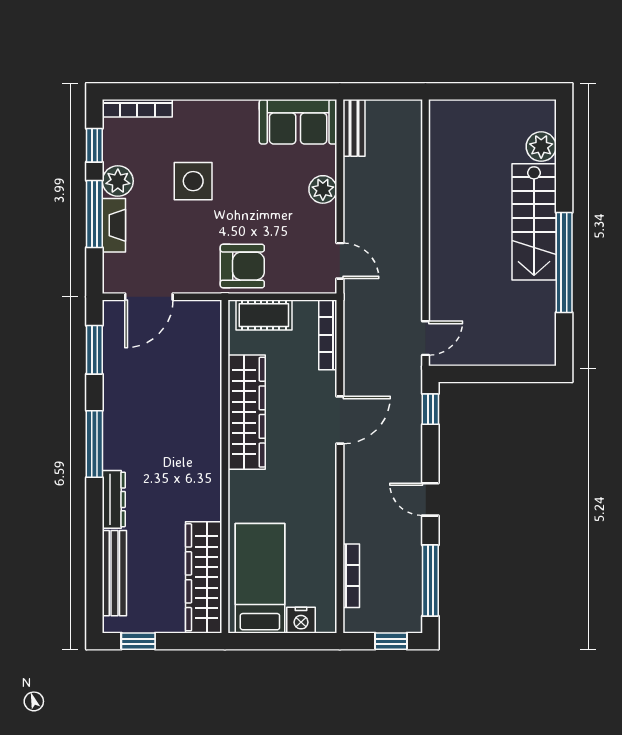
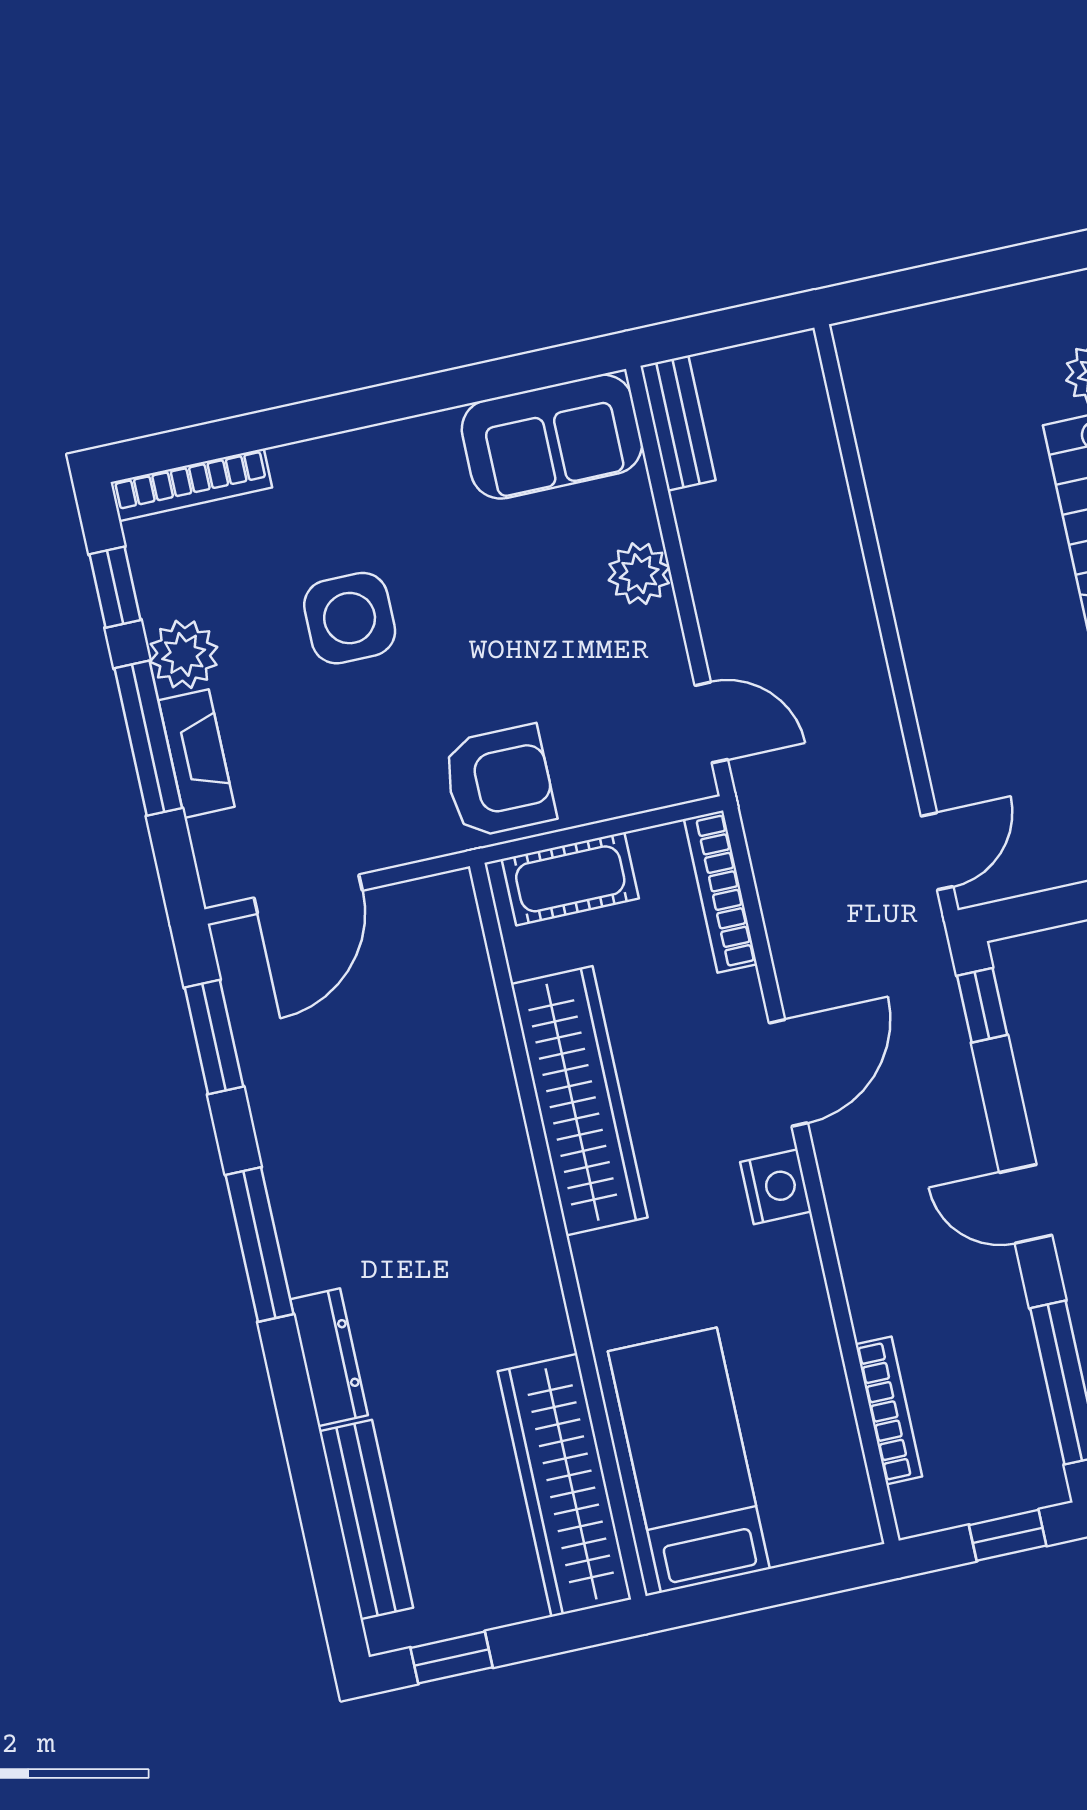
nightstand: (301, 620) -> (776, 1187), moved, turned -90

